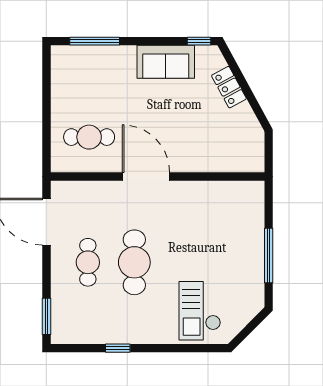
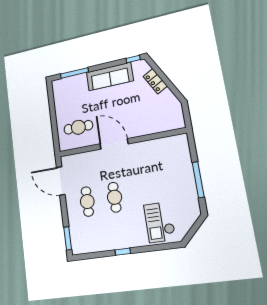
sofa: (166, 62) -> (110, 76), width x1.36
cafe table: (134, 262) -> (115, 197), width x0.73, depth x0.74
window: (118, 348) -> (123, 252), moved

